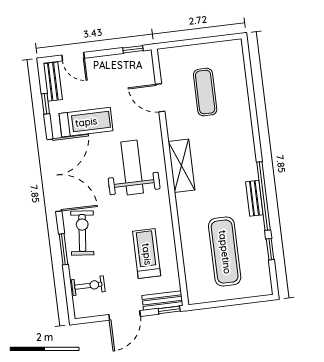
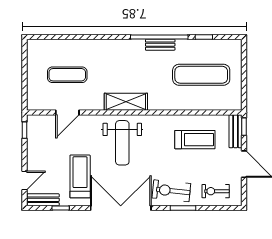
weight bench: (132, 168) -> (122, 143), turned -90
treadmill: (147, 254) -> (195, 140), turned 180
exercise bike: (88, 286) -> (216, 191), turned -90

